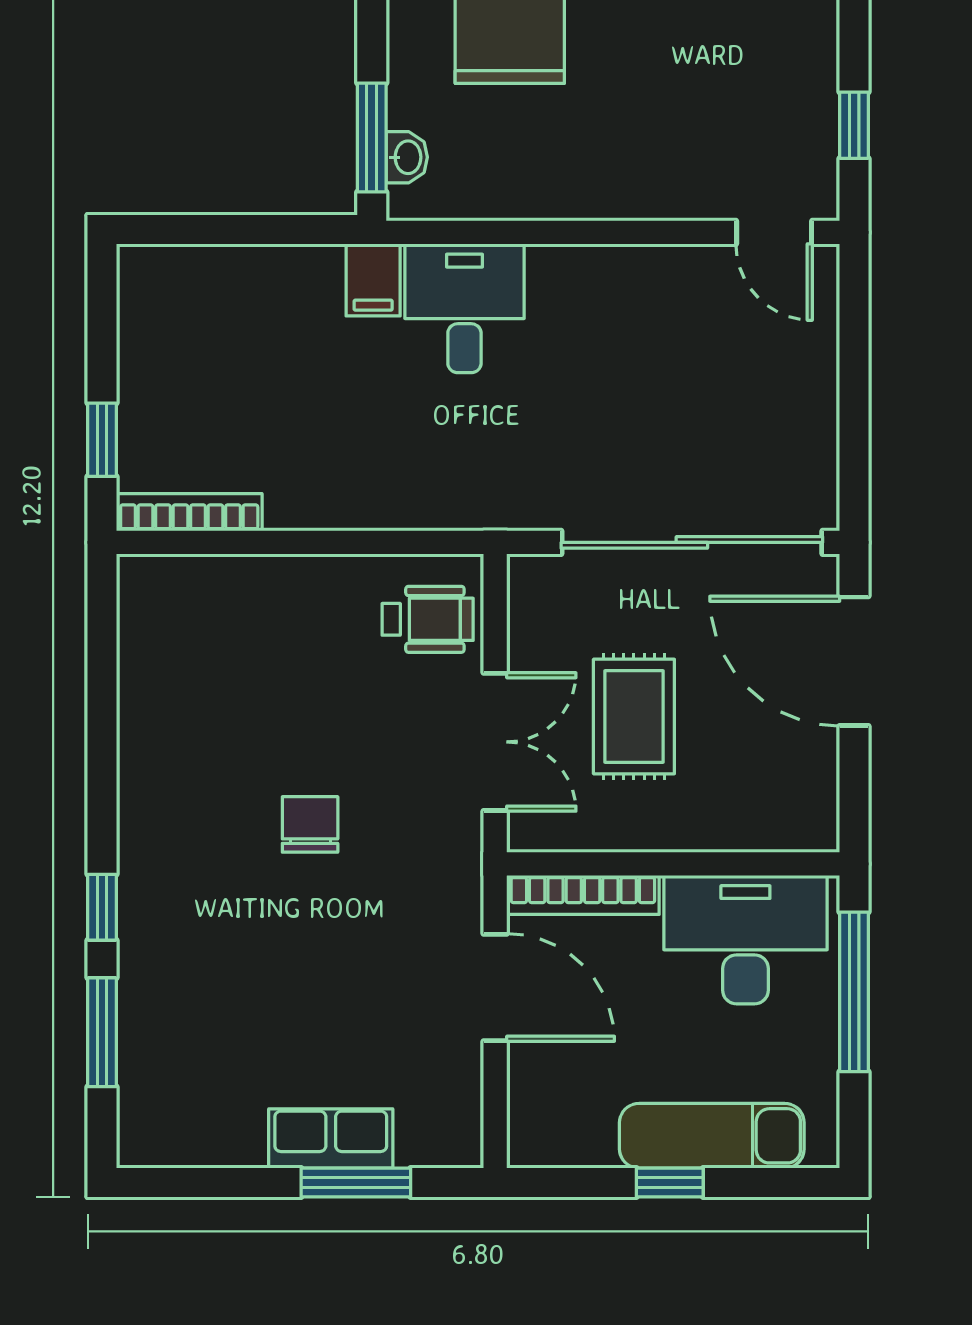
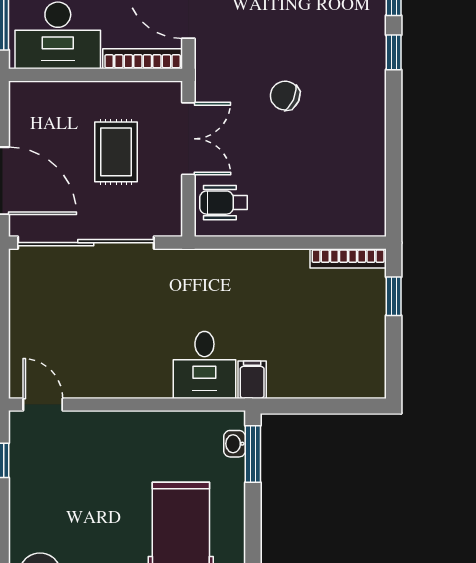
double door: (495, 742) -> (188, 139), swing flipped
chair: (310, 824) -> (285, 96), turned 114

